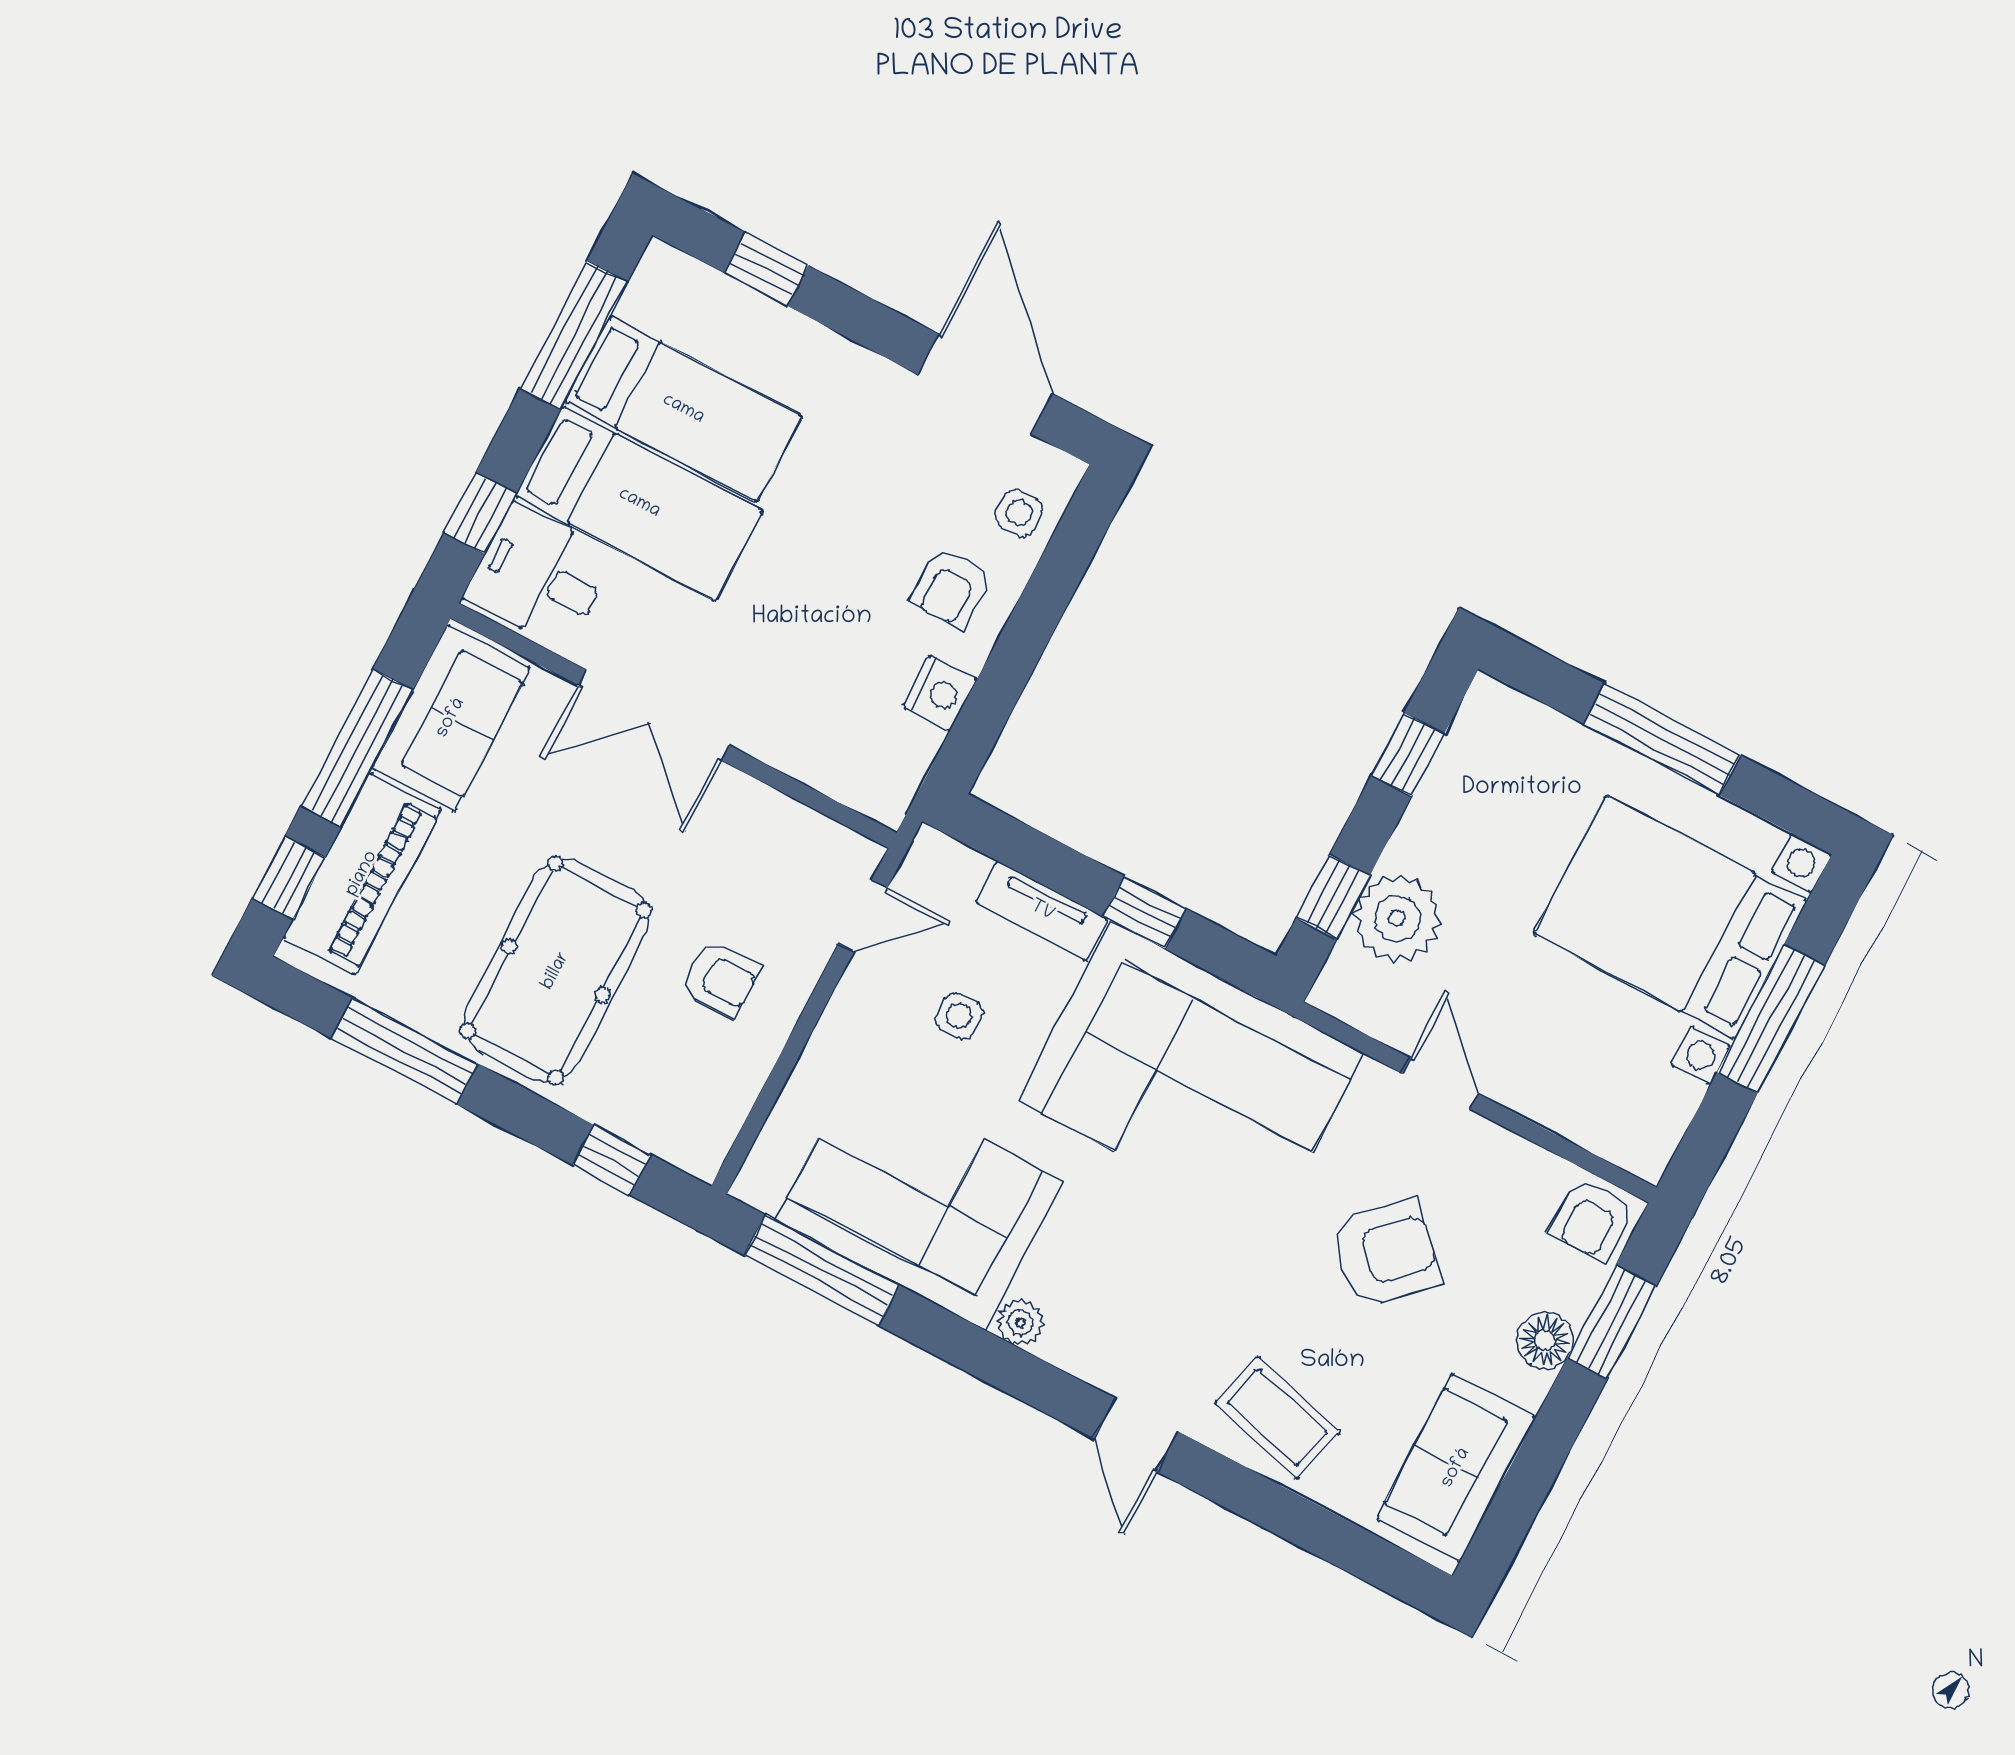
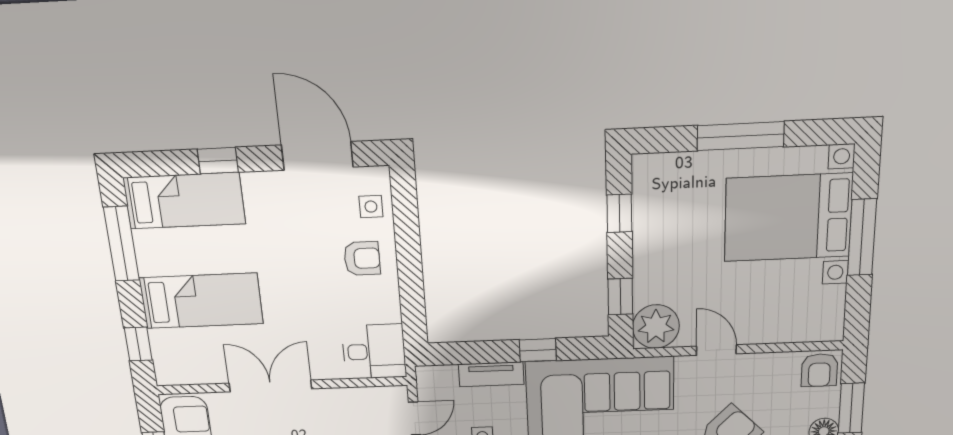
window: (766, 269) -> (218, 161), moved
bed: (683, 409) -> (184, 201), moved
desk: (540, 576) -> (374, 352), moved, turned 180
armchair: (951, 588) -> (362, 258), turned -90
nightstand: (940, 693) -> (387, 307), removed
double door: (654, 715) -> (270, 386), swing flipped
plant: (1397, 918) -> (656, 327), moved

